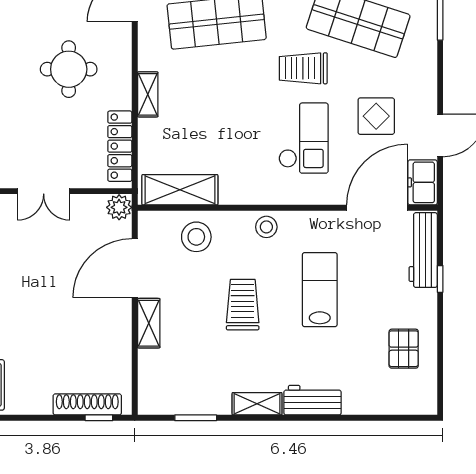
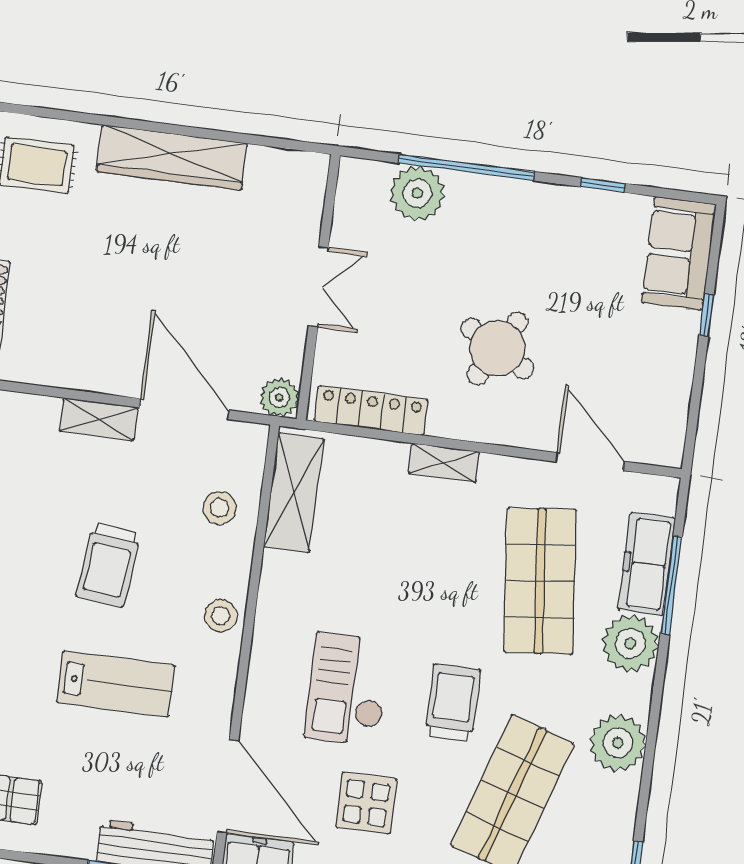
round table: (69, 69) -> (497, 348), turned 30
checkout: (304, 138) -> (348, 689), turned 90
double door: (44, 191) -> (318, 287), swing flipped
stool: (196, 237) -> (219, 508), width x0.73, depth x0.73
trolley: (243, 305) -> (108, 565), turned 96

